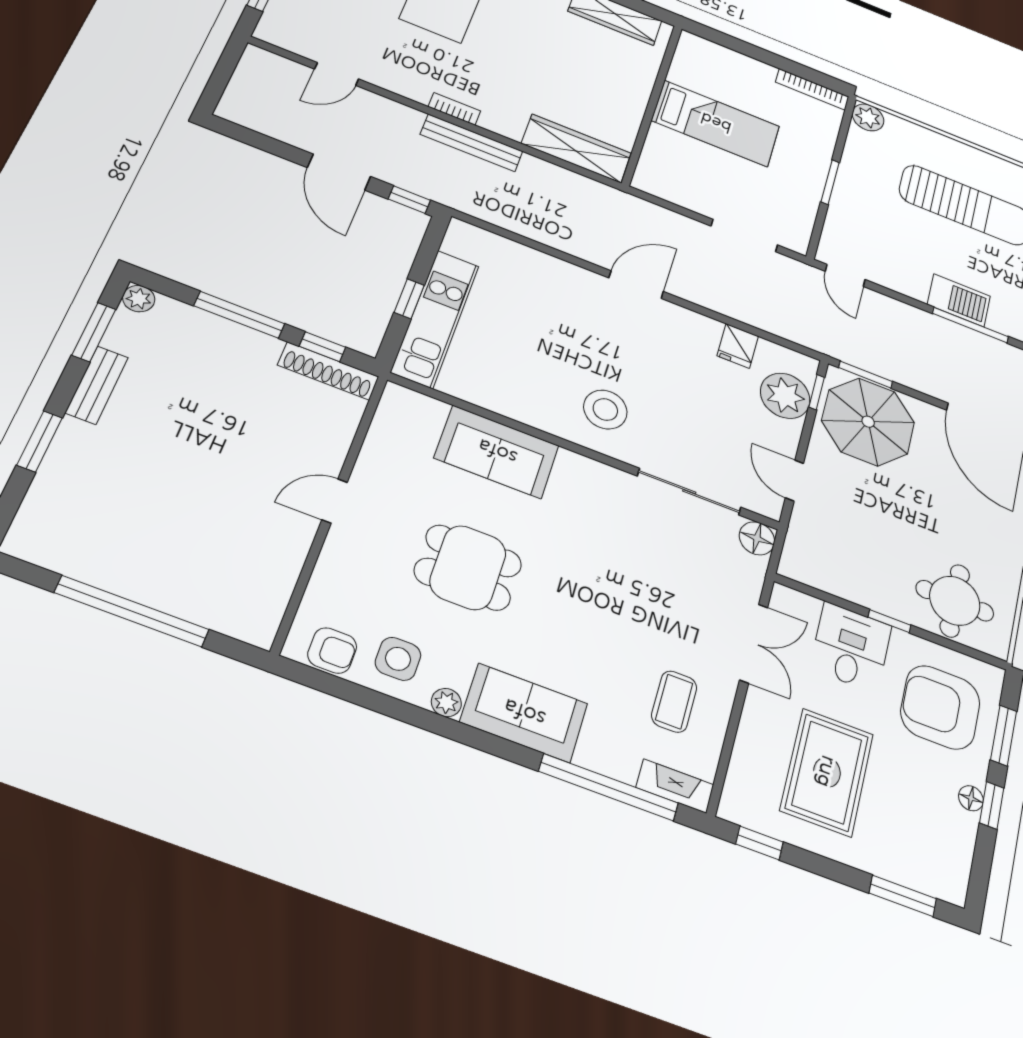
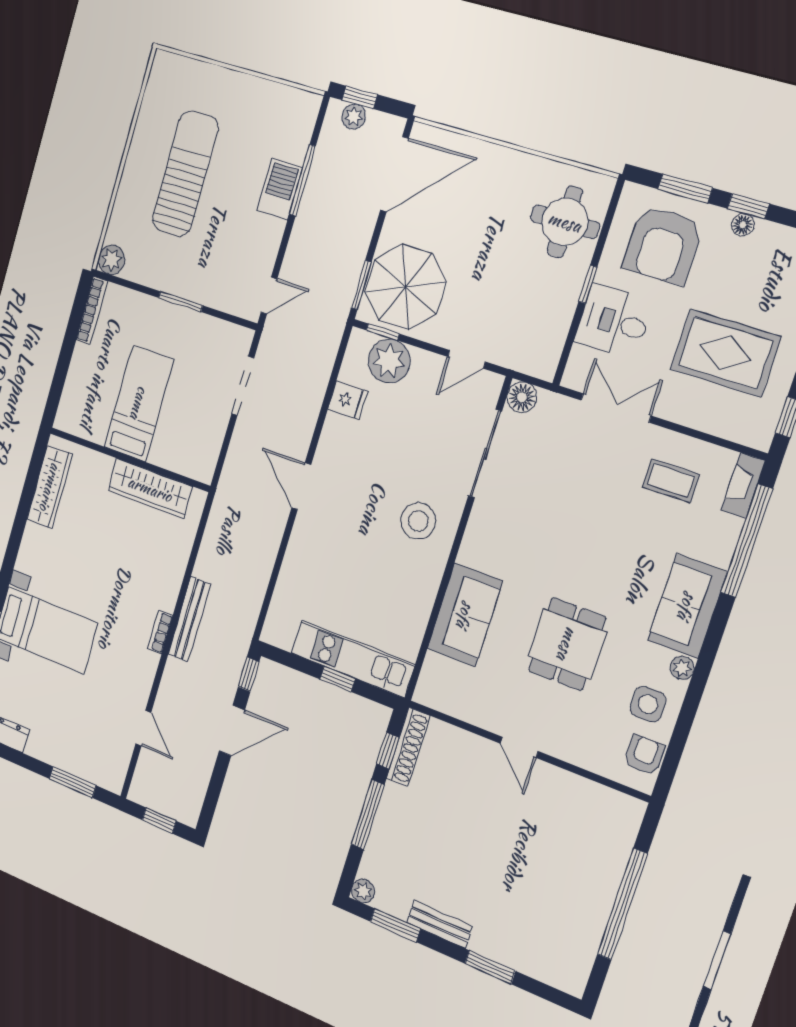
window: (221, 75) -> (159, 821), added
wardrobe: (576, 148) -> (150, 489), moved, turned -90

